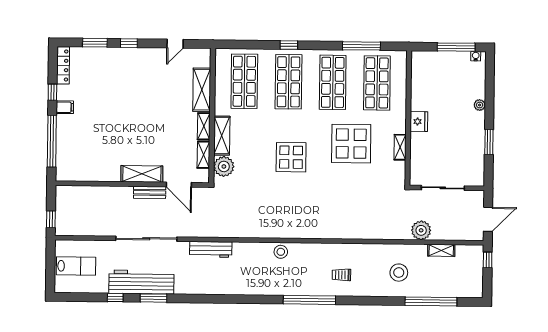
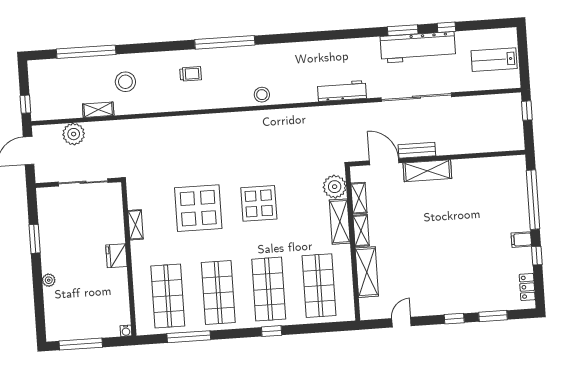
water cooler: (476, 56) -> (126, 331), moved
locker: (63, 65) -> (527, 287), width x0.66
display table: (351, 144) -> (198, 208), moved
plant: (421, 230) -> (74, 134), moved
shelving: (441, 250) -> (98, 110), moved

